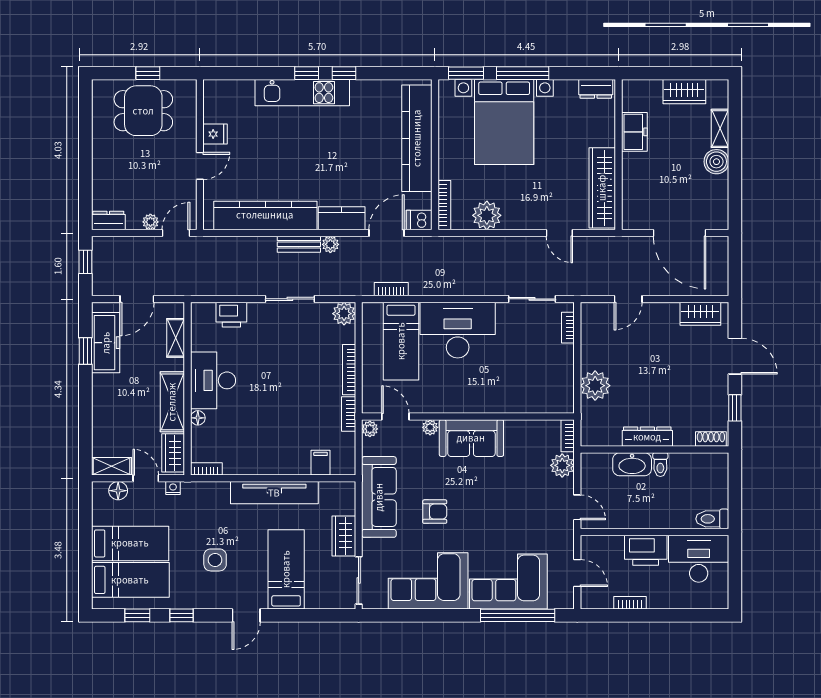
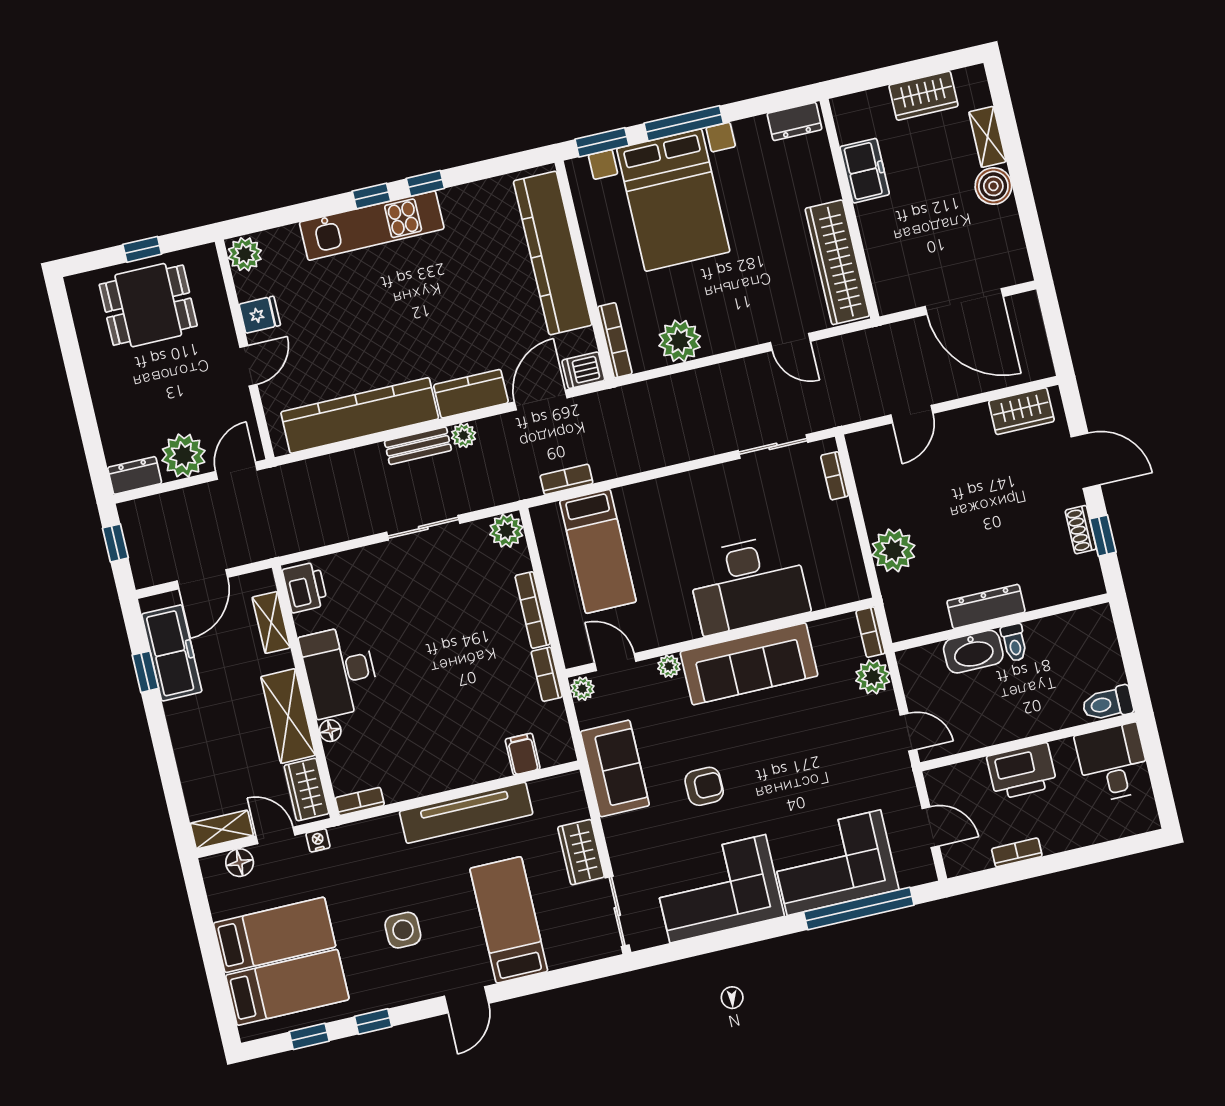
plant: (215, 92) -> (245, 254), added
plant: (150, 222) -> (184, 456), width x1.88, depth x1.88
printer: (231, 315) -> (305, 587), moved, turned -90
desk: (458, 330) -> (748, 584), moved, turned 180
sofa: (471, 438) -> (749, 664), width x1.36
shoe rack: (711, 439) -> (1081, 530), moved, turned -90
sofa: (379, 497) -> (615, 768), width x0.73
desk: (699, 559) -> (1113, 763), width x0.73

